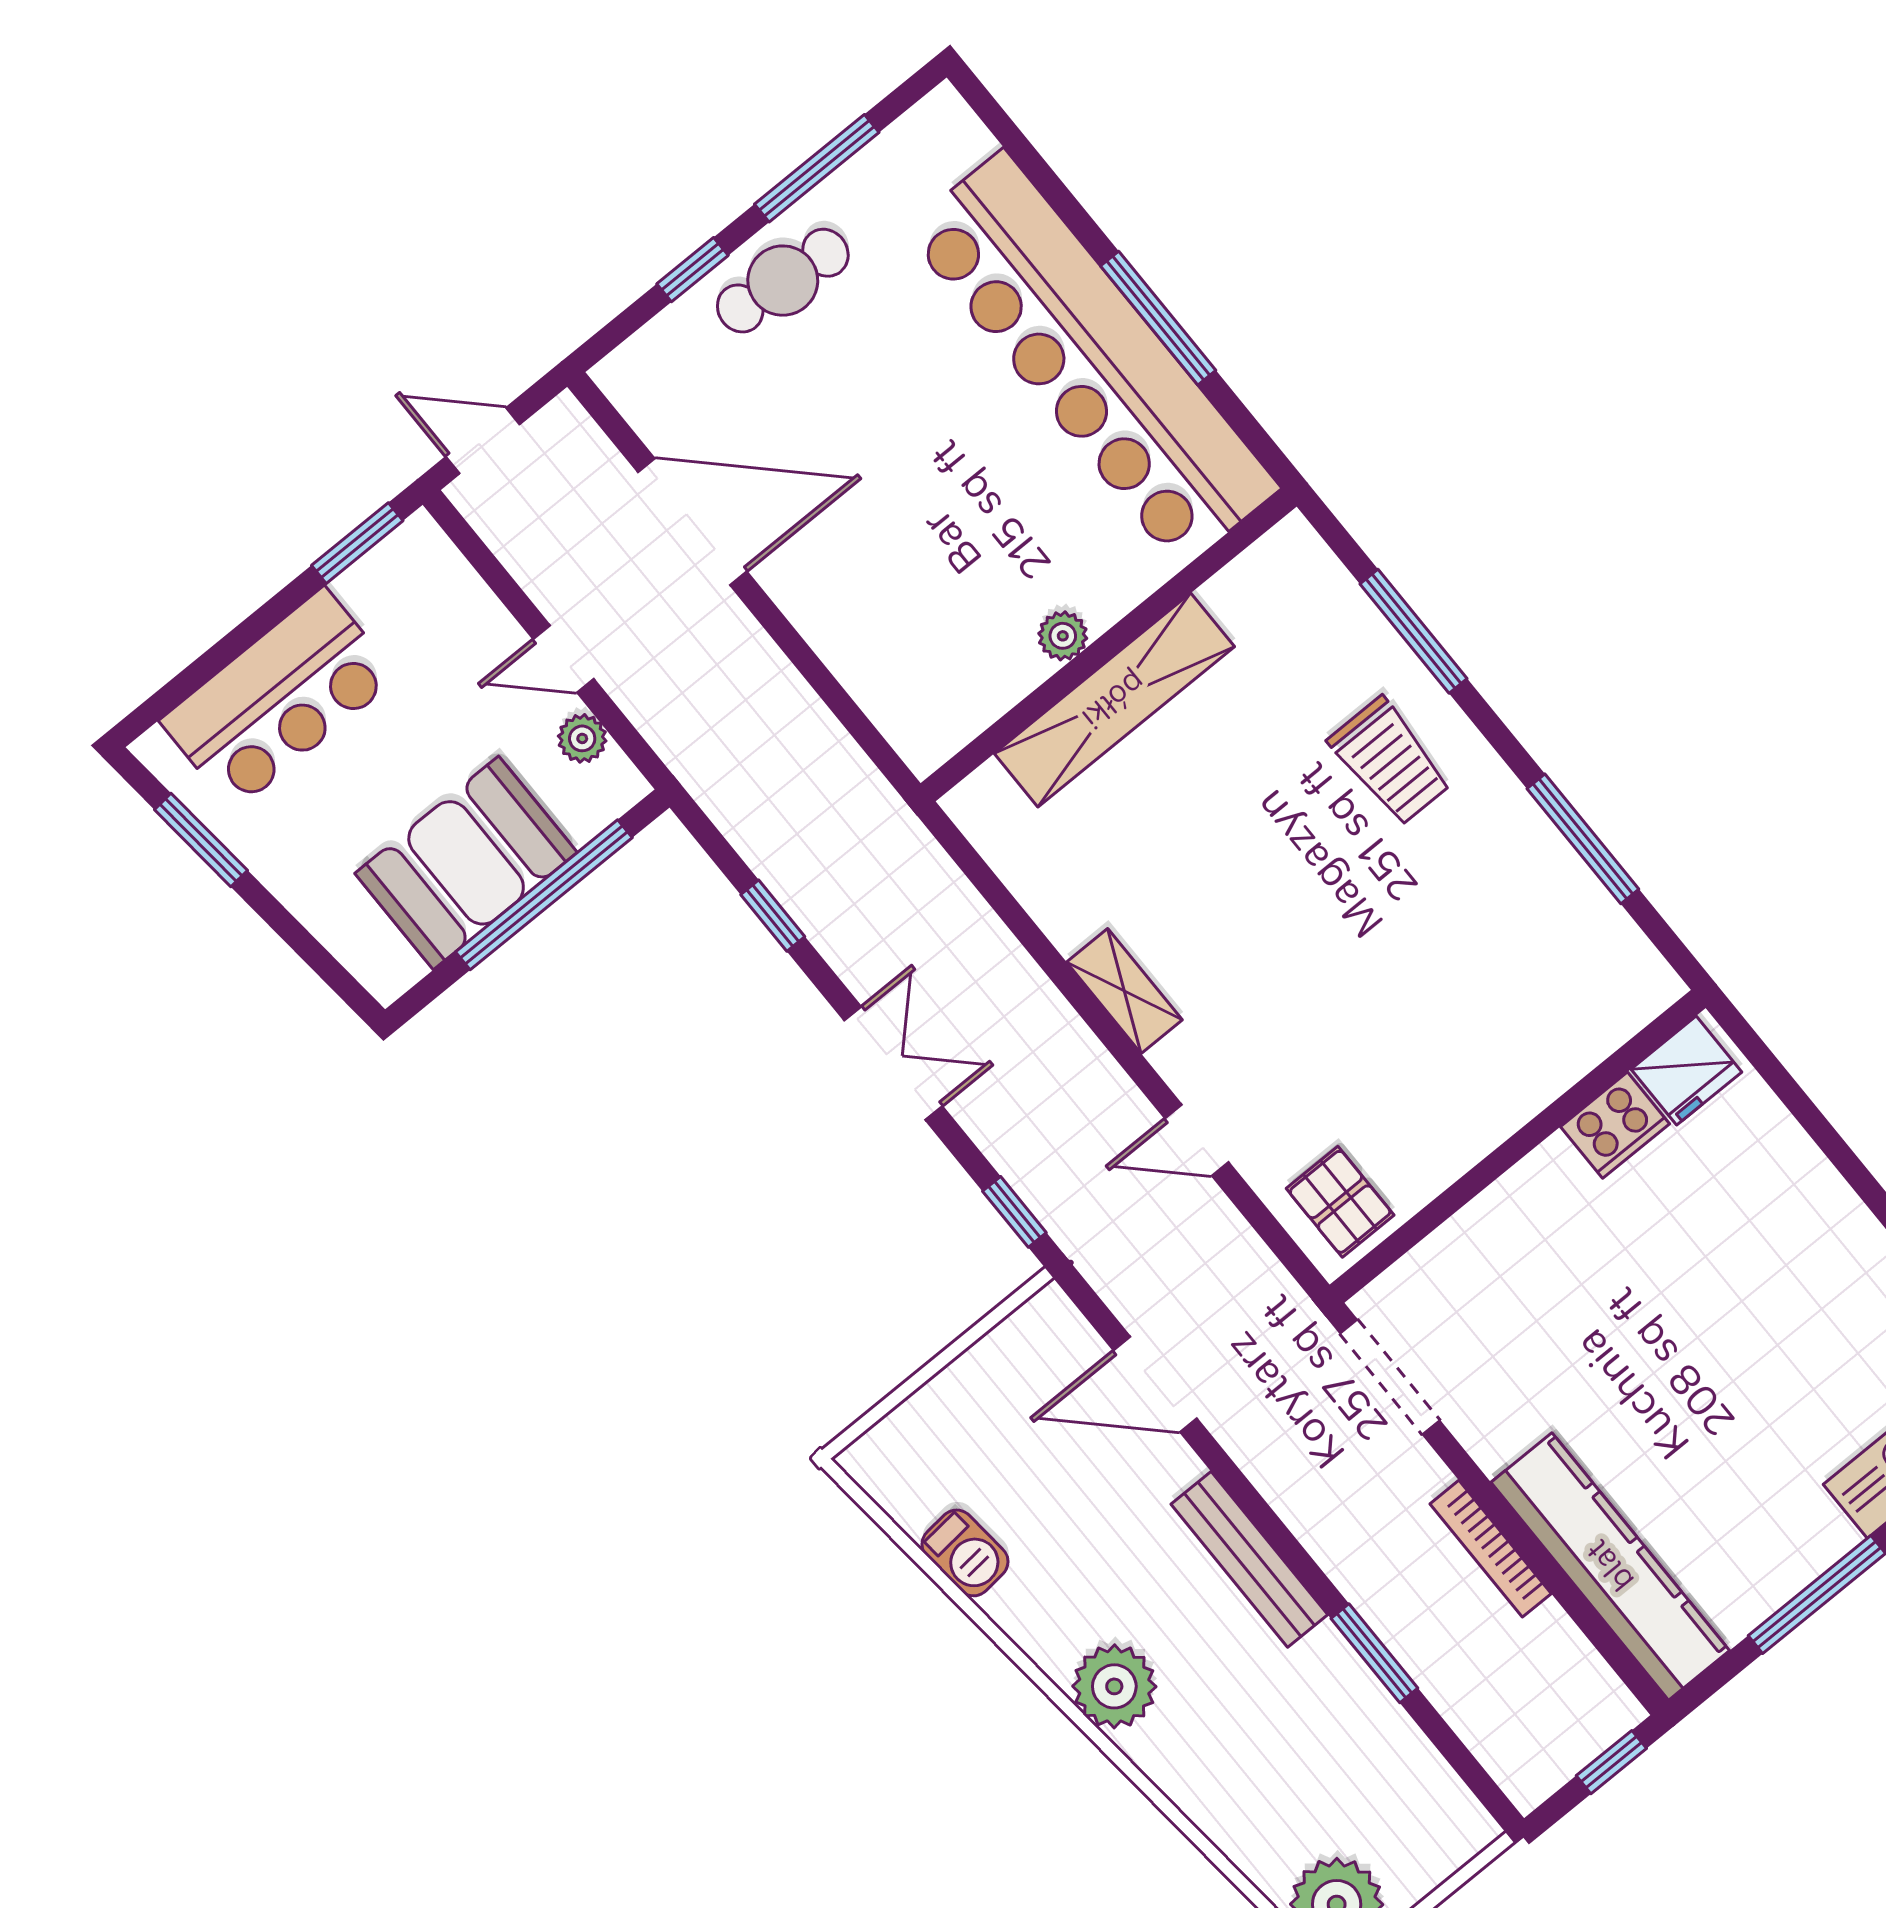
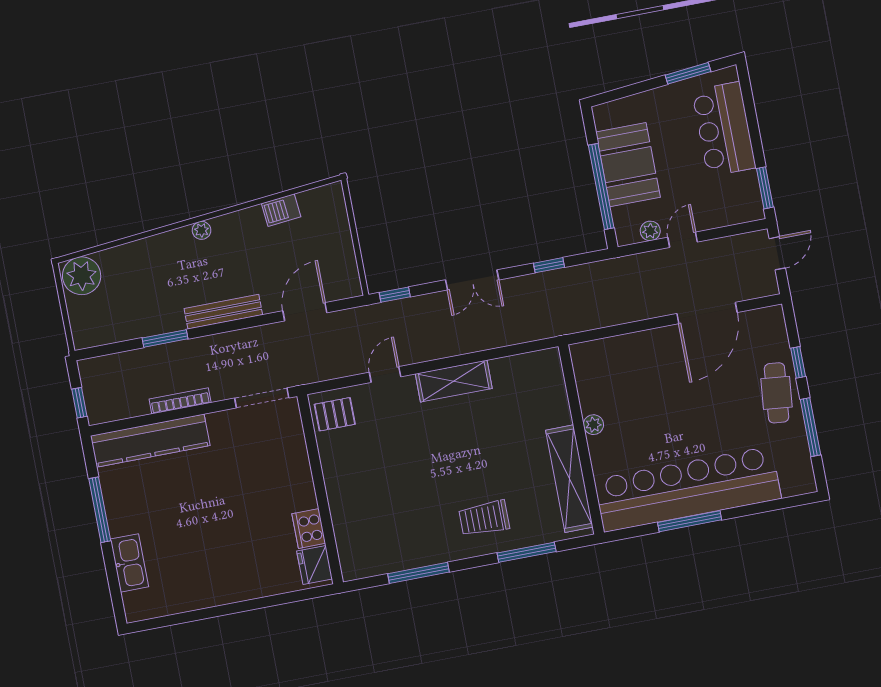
shelving: (1114, 700) -> (569, 479), moved
shelving: (1124, 991) -> (454, 381), width x1.50, depth x1.33
plant: (1114, 1686) -> (202, 230), width x0.53, depth x0.53

